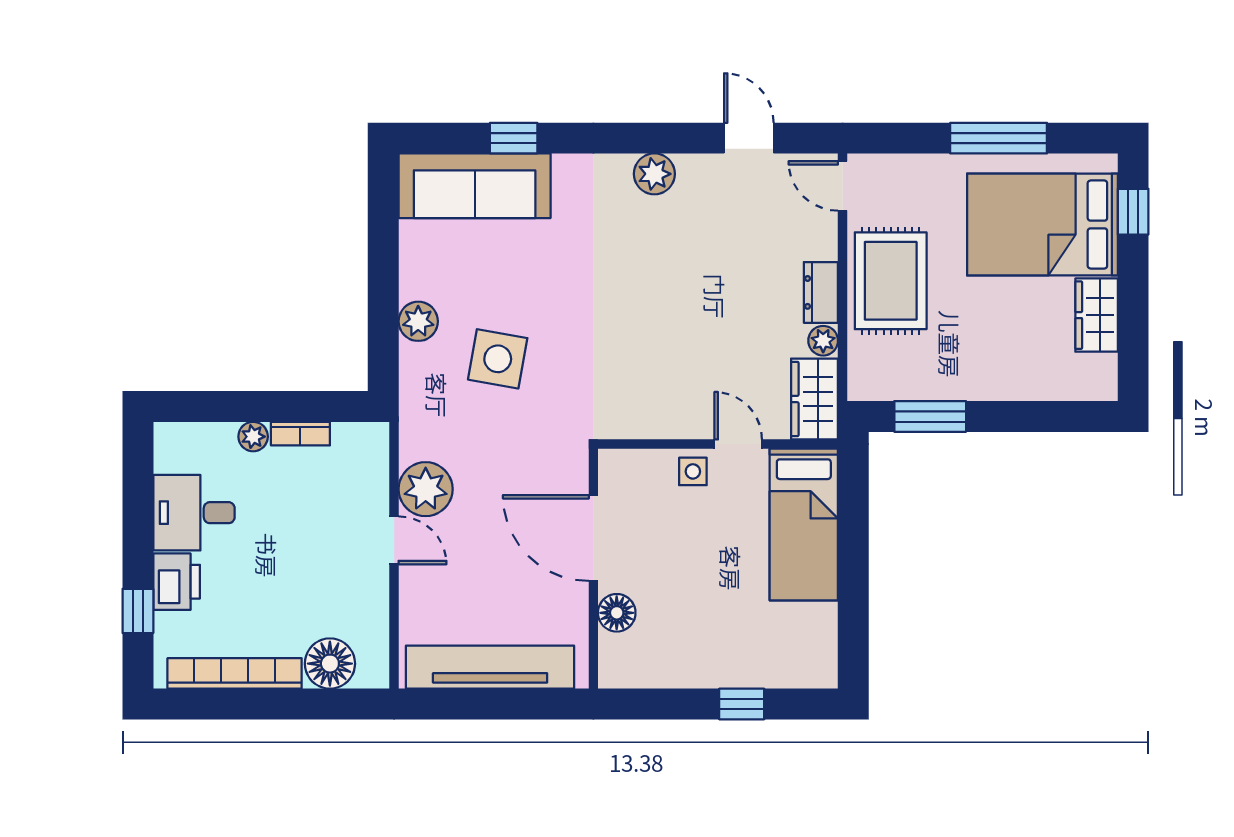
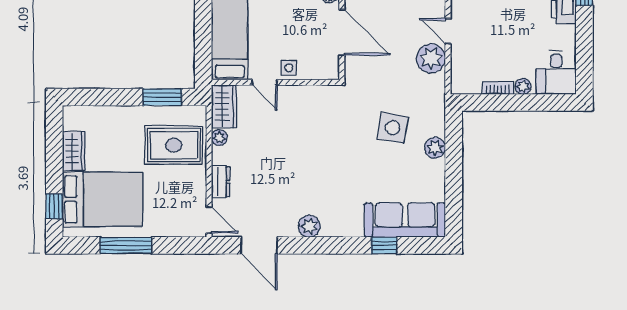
door: (749, 138) -> (259, 245), width x1.38
rug: (891, 281) -> (174, 145), moved, turned 90
dresser: (821, 292) -> (221, 182), moved
desk: (194, 513) -> (556, 73), moved, turned 90

